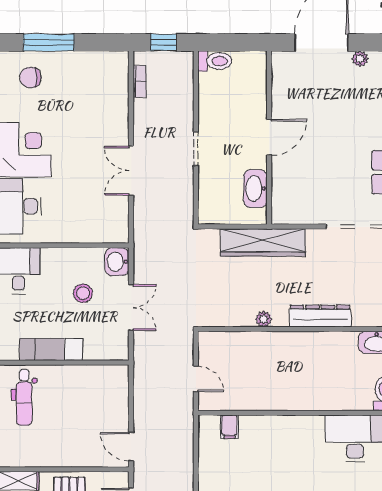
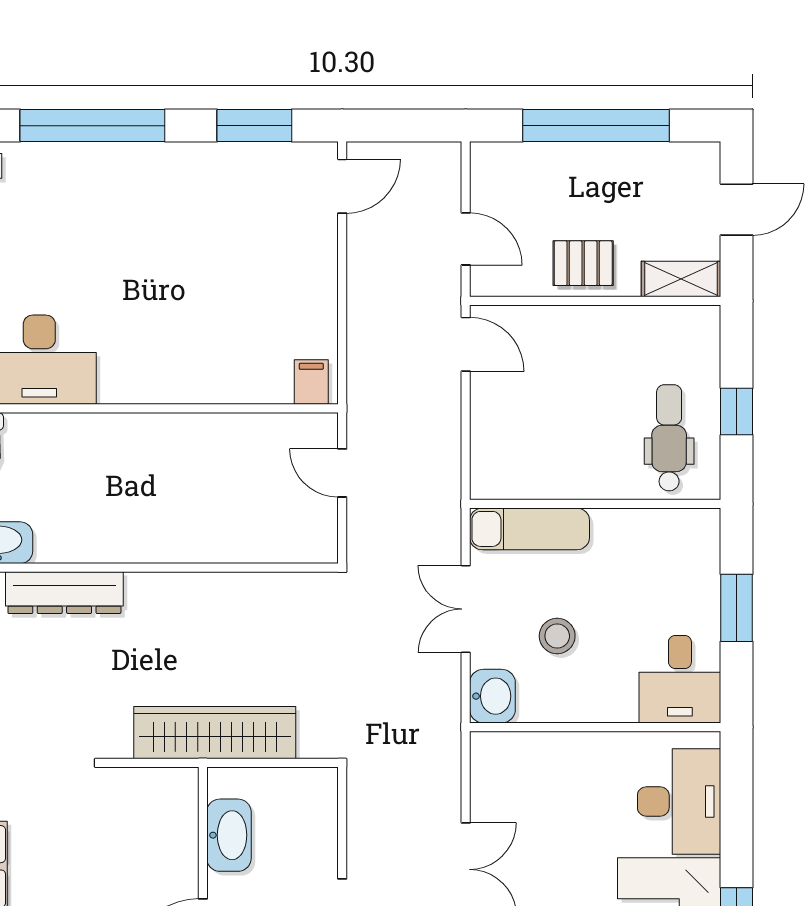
dresser: (320, 316) -> (64, 593), moved
plant: (264, 319) -> (213, 587), removed
exam couch: (51, 350) -> (530, 529), moved
filing cabinet: (229, 427) -> (311, 382), moved

